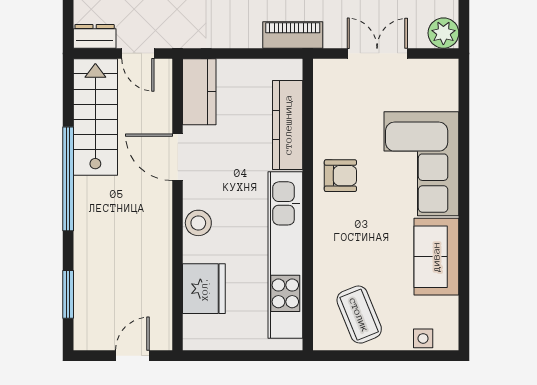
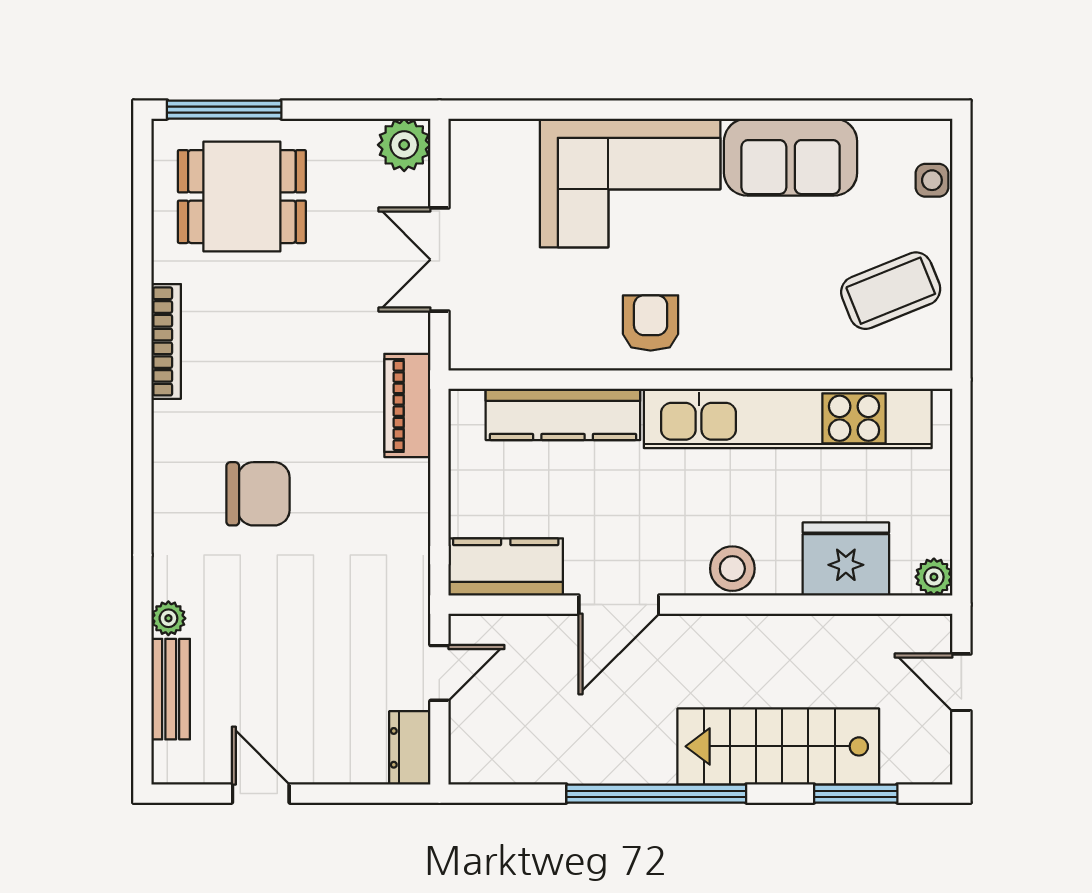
stairs: (95, 117) -> (778, 746), moved
plant: (193, 340) -> (934, 577), added

